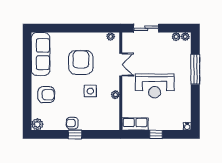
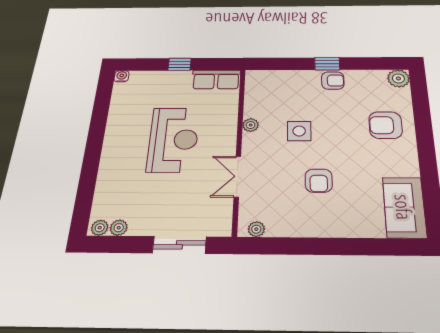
sofa: (41, 54) -> (404, 207), width x0.73
armchair: (81, 62) -> (319, 181), width x0.53, depth x0.53
window: (195, 69) -> (90, 168), removed
reception desk: (155, 86) -> (173, 139), turned 90

